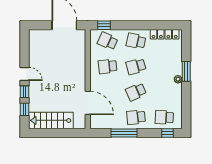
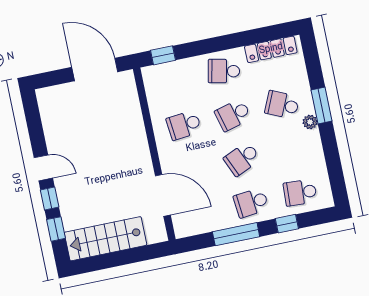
school desk: (108, 41) -> (282, 105), moved
window: (167, 133) -> (287, 224), moved

